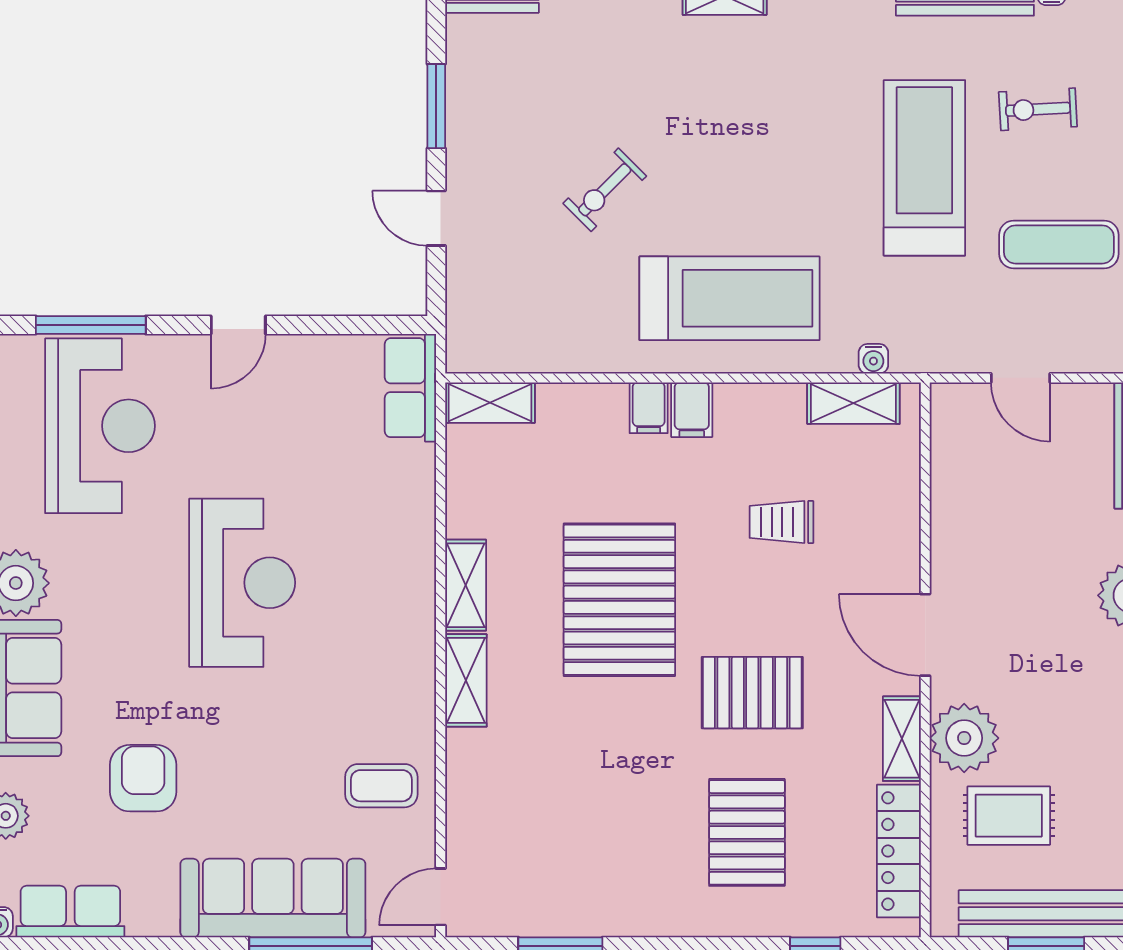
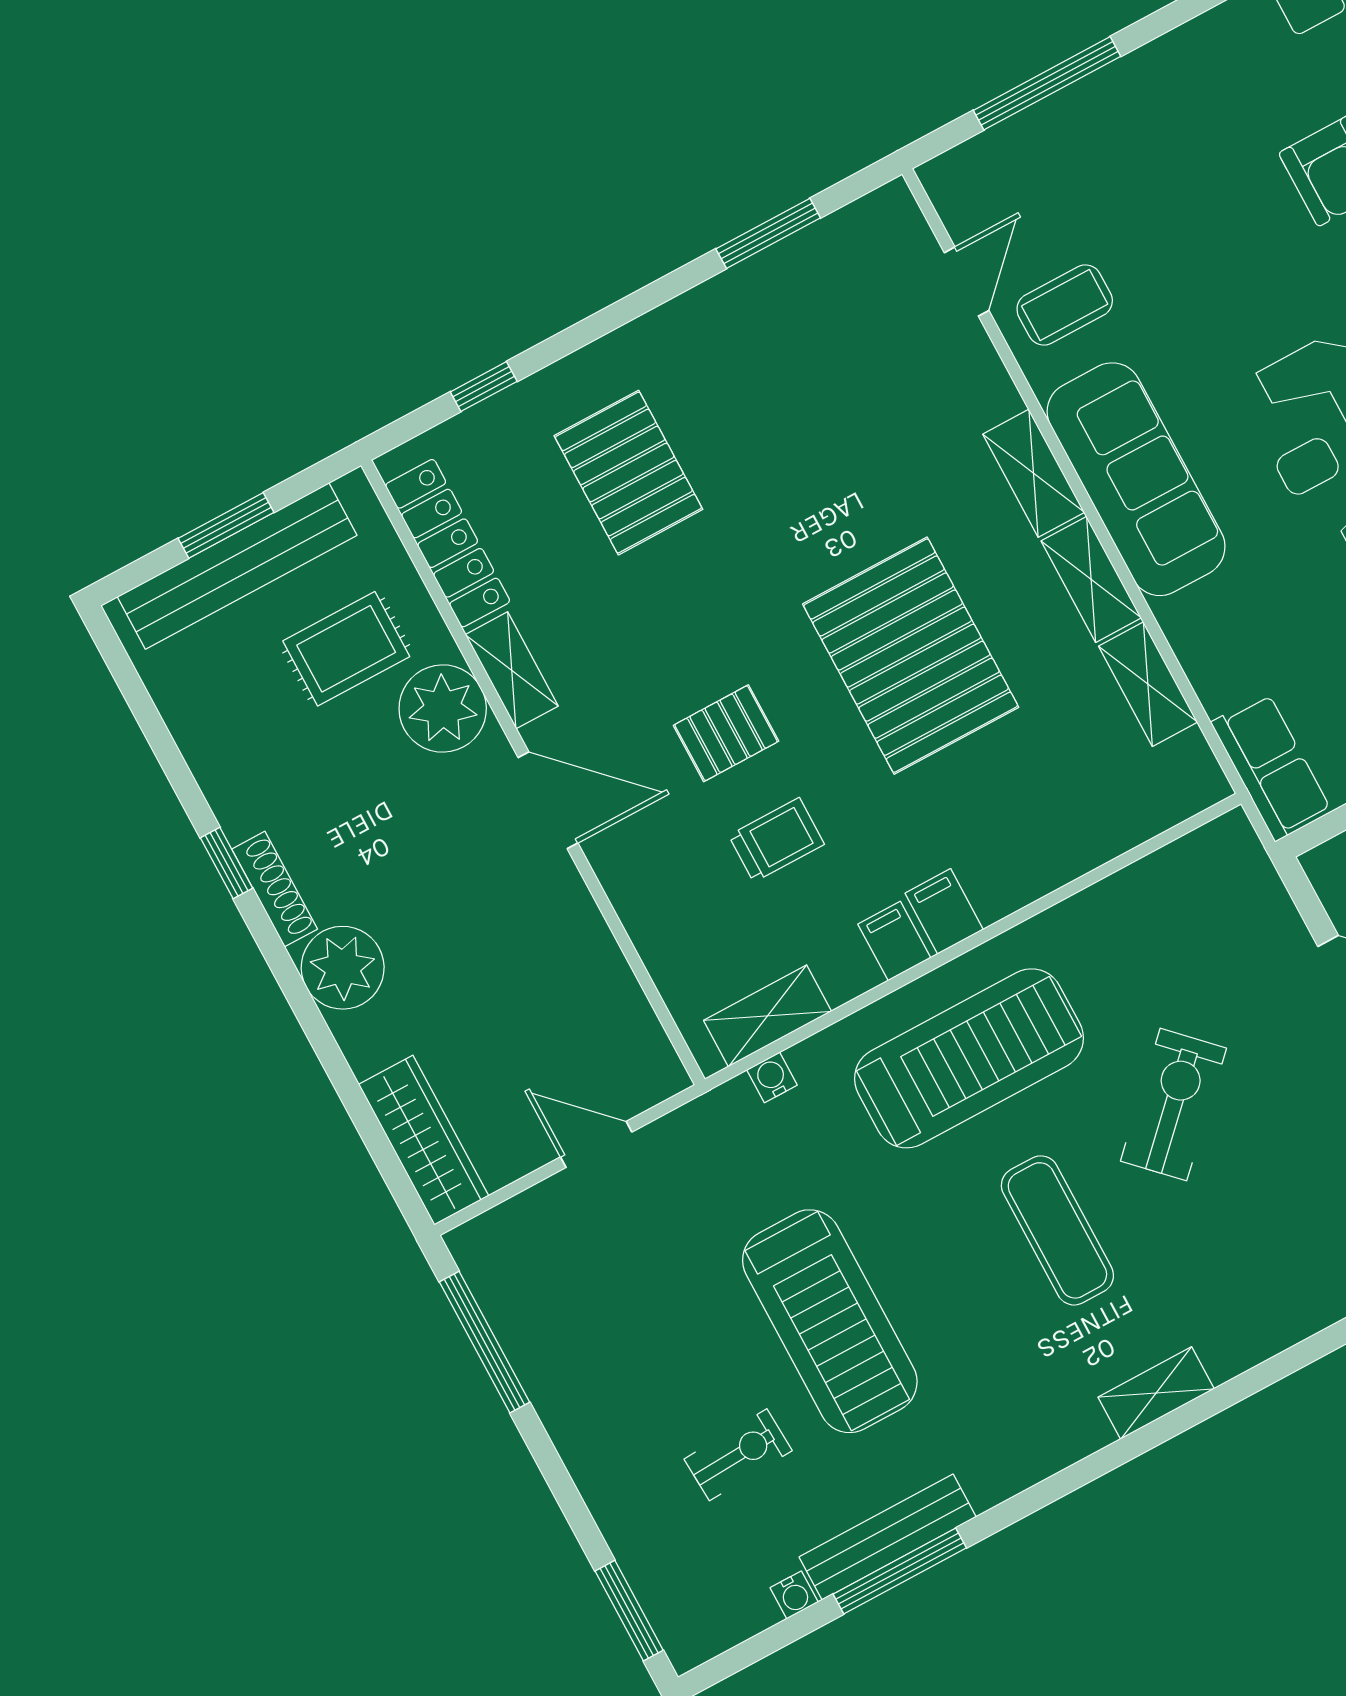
exercise bike: (605, 190) -> (1173, 1105), width x1.38, depth x1.39
exercise mat: (1059, 244) -> (1057, 1230), moved, turned 90
treadmill: (729, 298) -> (969, 1058), turned 180
shelving: (490, 403) -> (1148, 684), moved, turned 90
filing cabinet: (649, 408) -> (894, 941), moved
pallet: (752, 693) -> (726, 733), moved, width x0.67, depth x0.71
door: (441, 897) -> (967, 282), moved
sofa: (273, 898) -> (1136, 479), moved, turned -90

